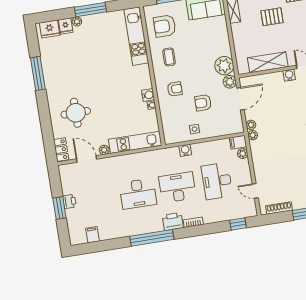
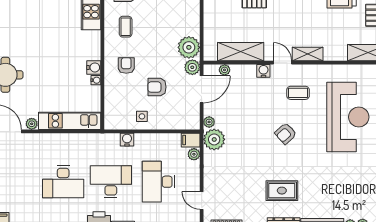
plant: (257, 80) -> (225, 70), added
armchair: (175, 89) -> (126, 65), turned -90
plant: (253, 135) -> (214, 139), width x1.87, depth x1.87

